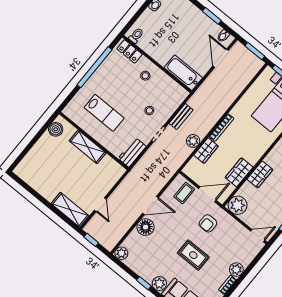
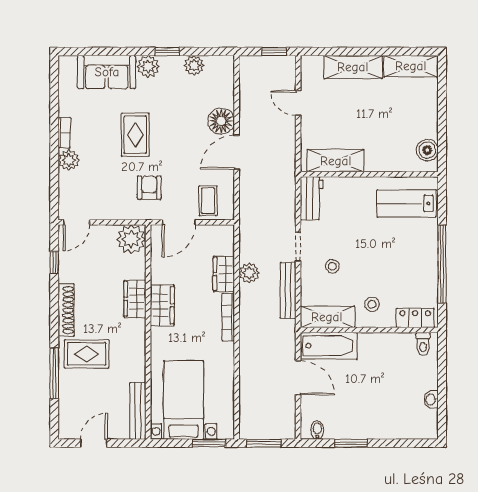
door: (221, 58) -> (298, 378), moved
shelving: (172, 87) -> (327, 317), added
lab bench: (104, 113) -> (406, 203), moved
bench: (181, 117) -> (288, 290), width x1.36
shelving: (88, 147) -> (336, 161), moved
wardrobe: (239, 172) -> (162, 305), moved
shelving: (30, 177) -> (411, 66), added
shelving: (70, 210) -> (353, 67), moved
plant: (121, 253) -> (194, 65), moved
rug: (193, 255) -> (135, 135), turned 90

